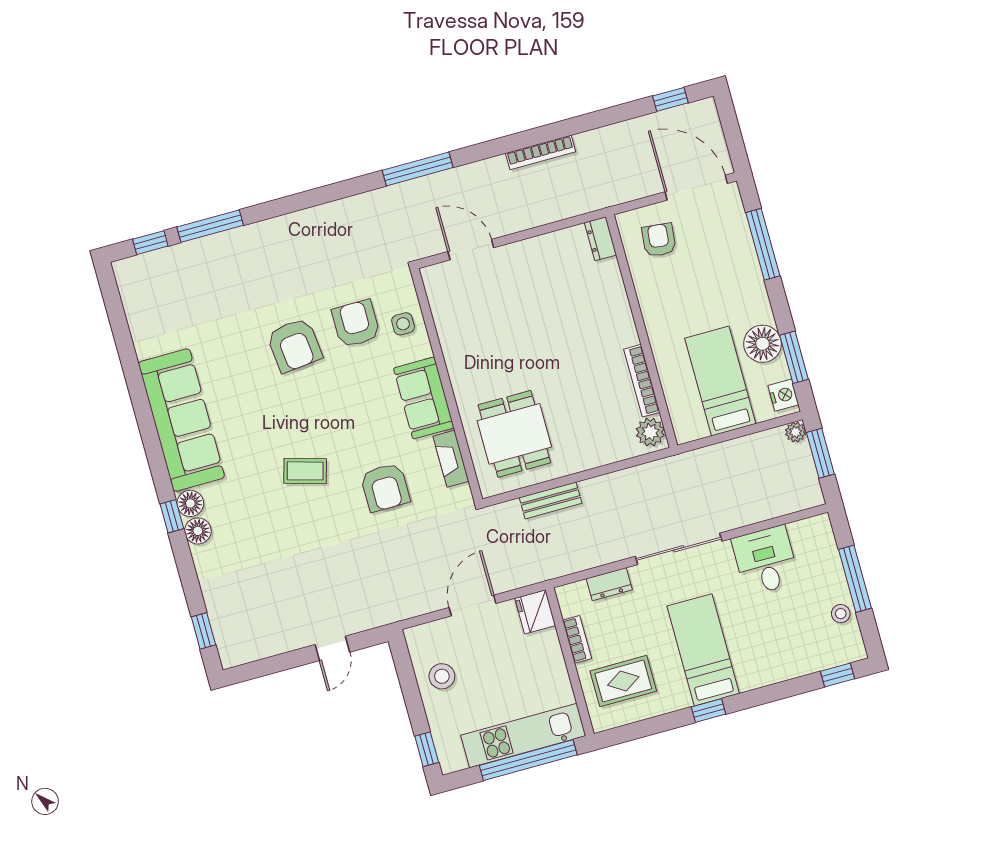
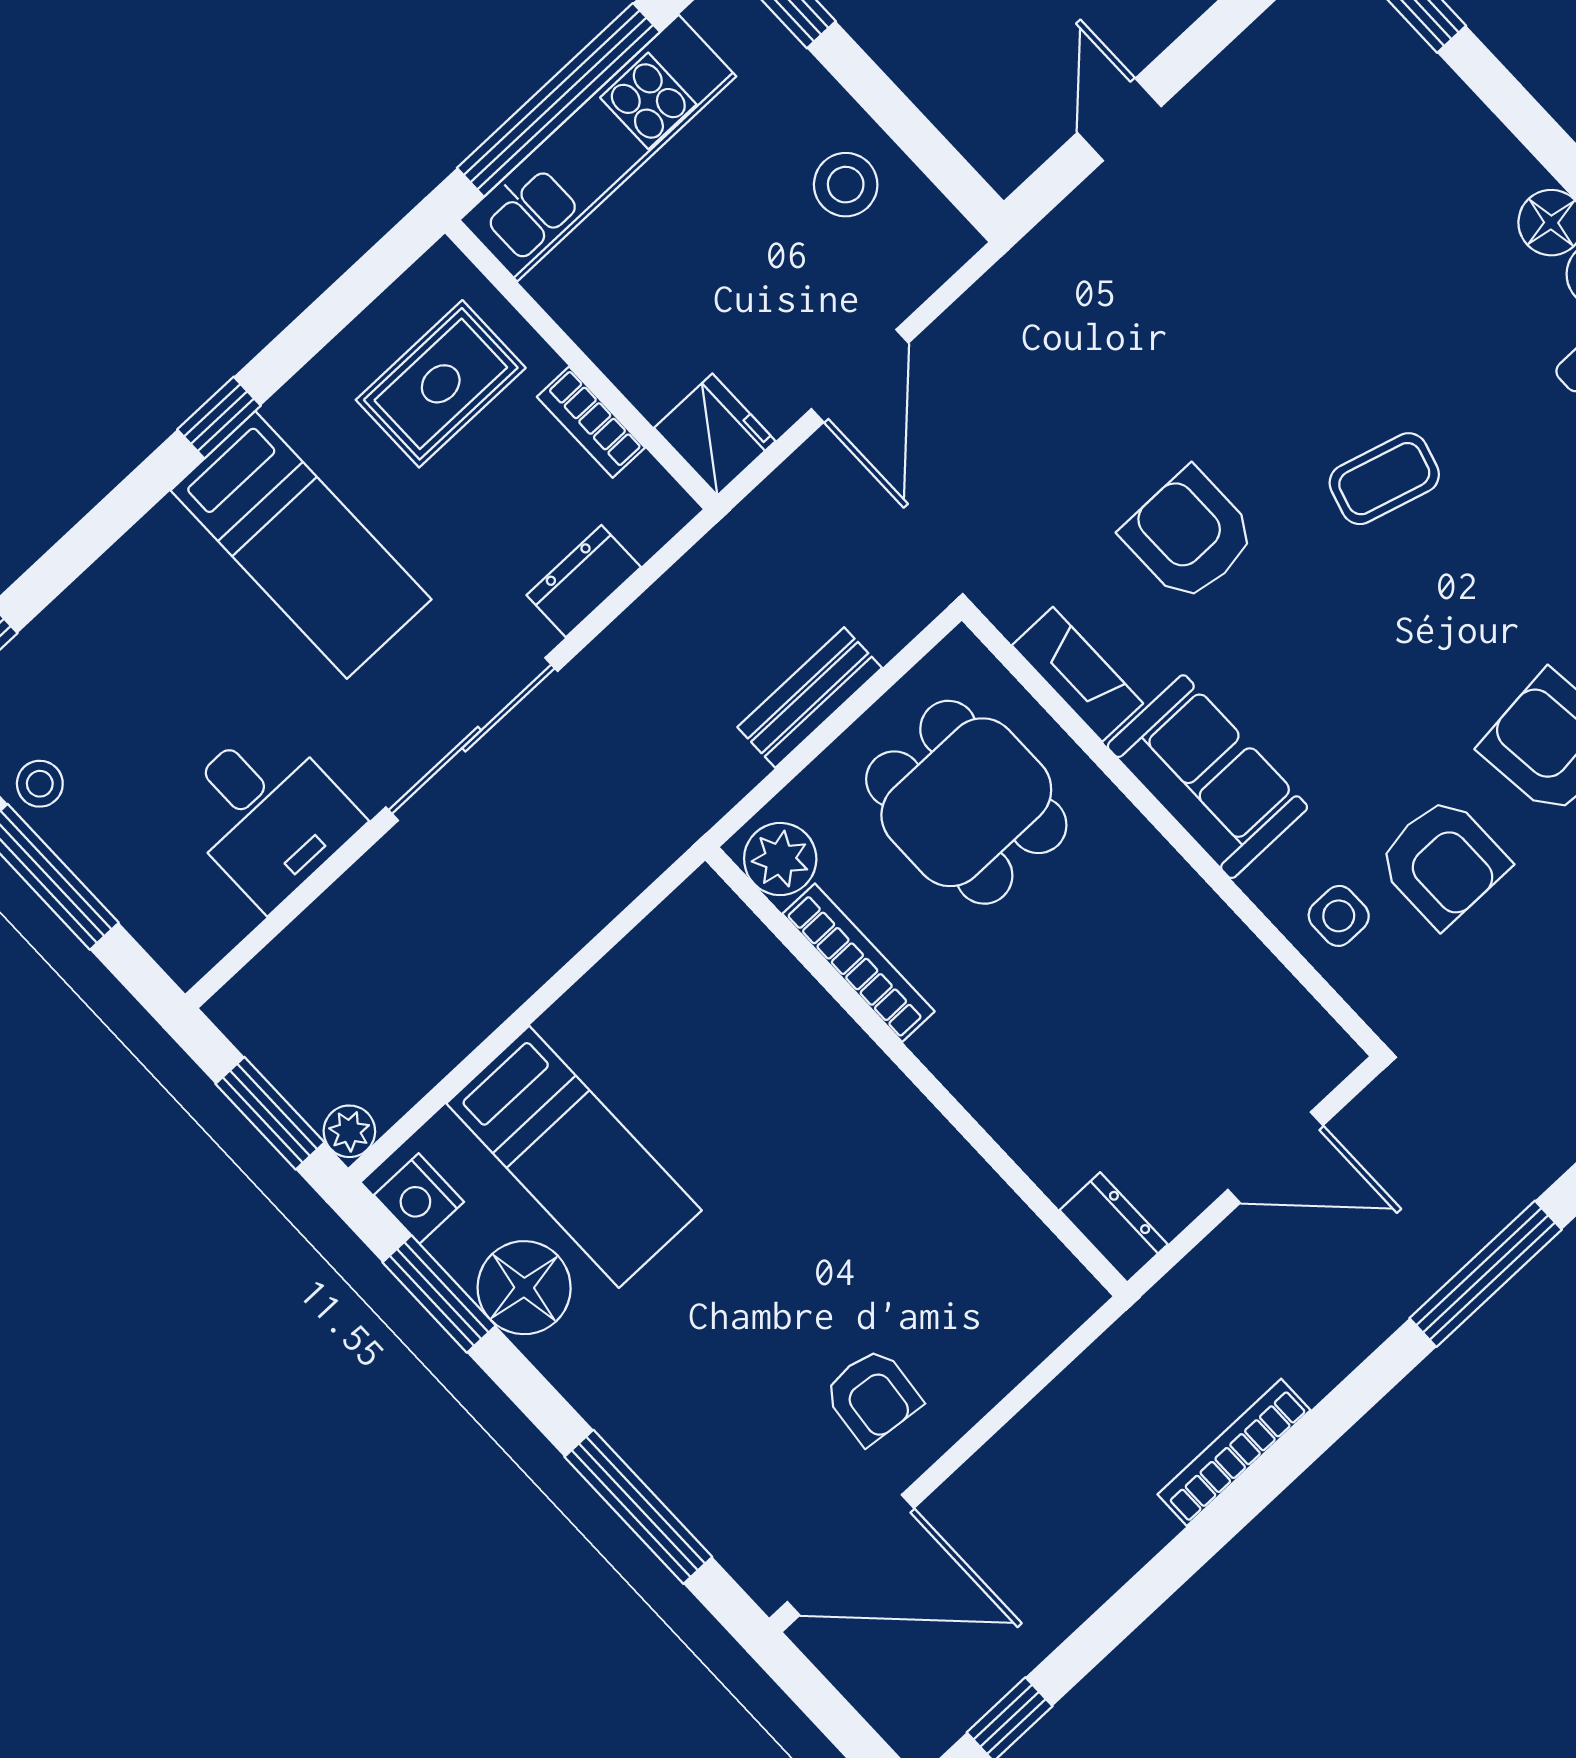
dresser: (600, 239) -> (1114, 1227), moved
wall: (642, 331) -> (916, 1072), moved
bookcase: (642, 381) -> (859, 963), moved
plant: (650, 432) -> (780, 859), moved

